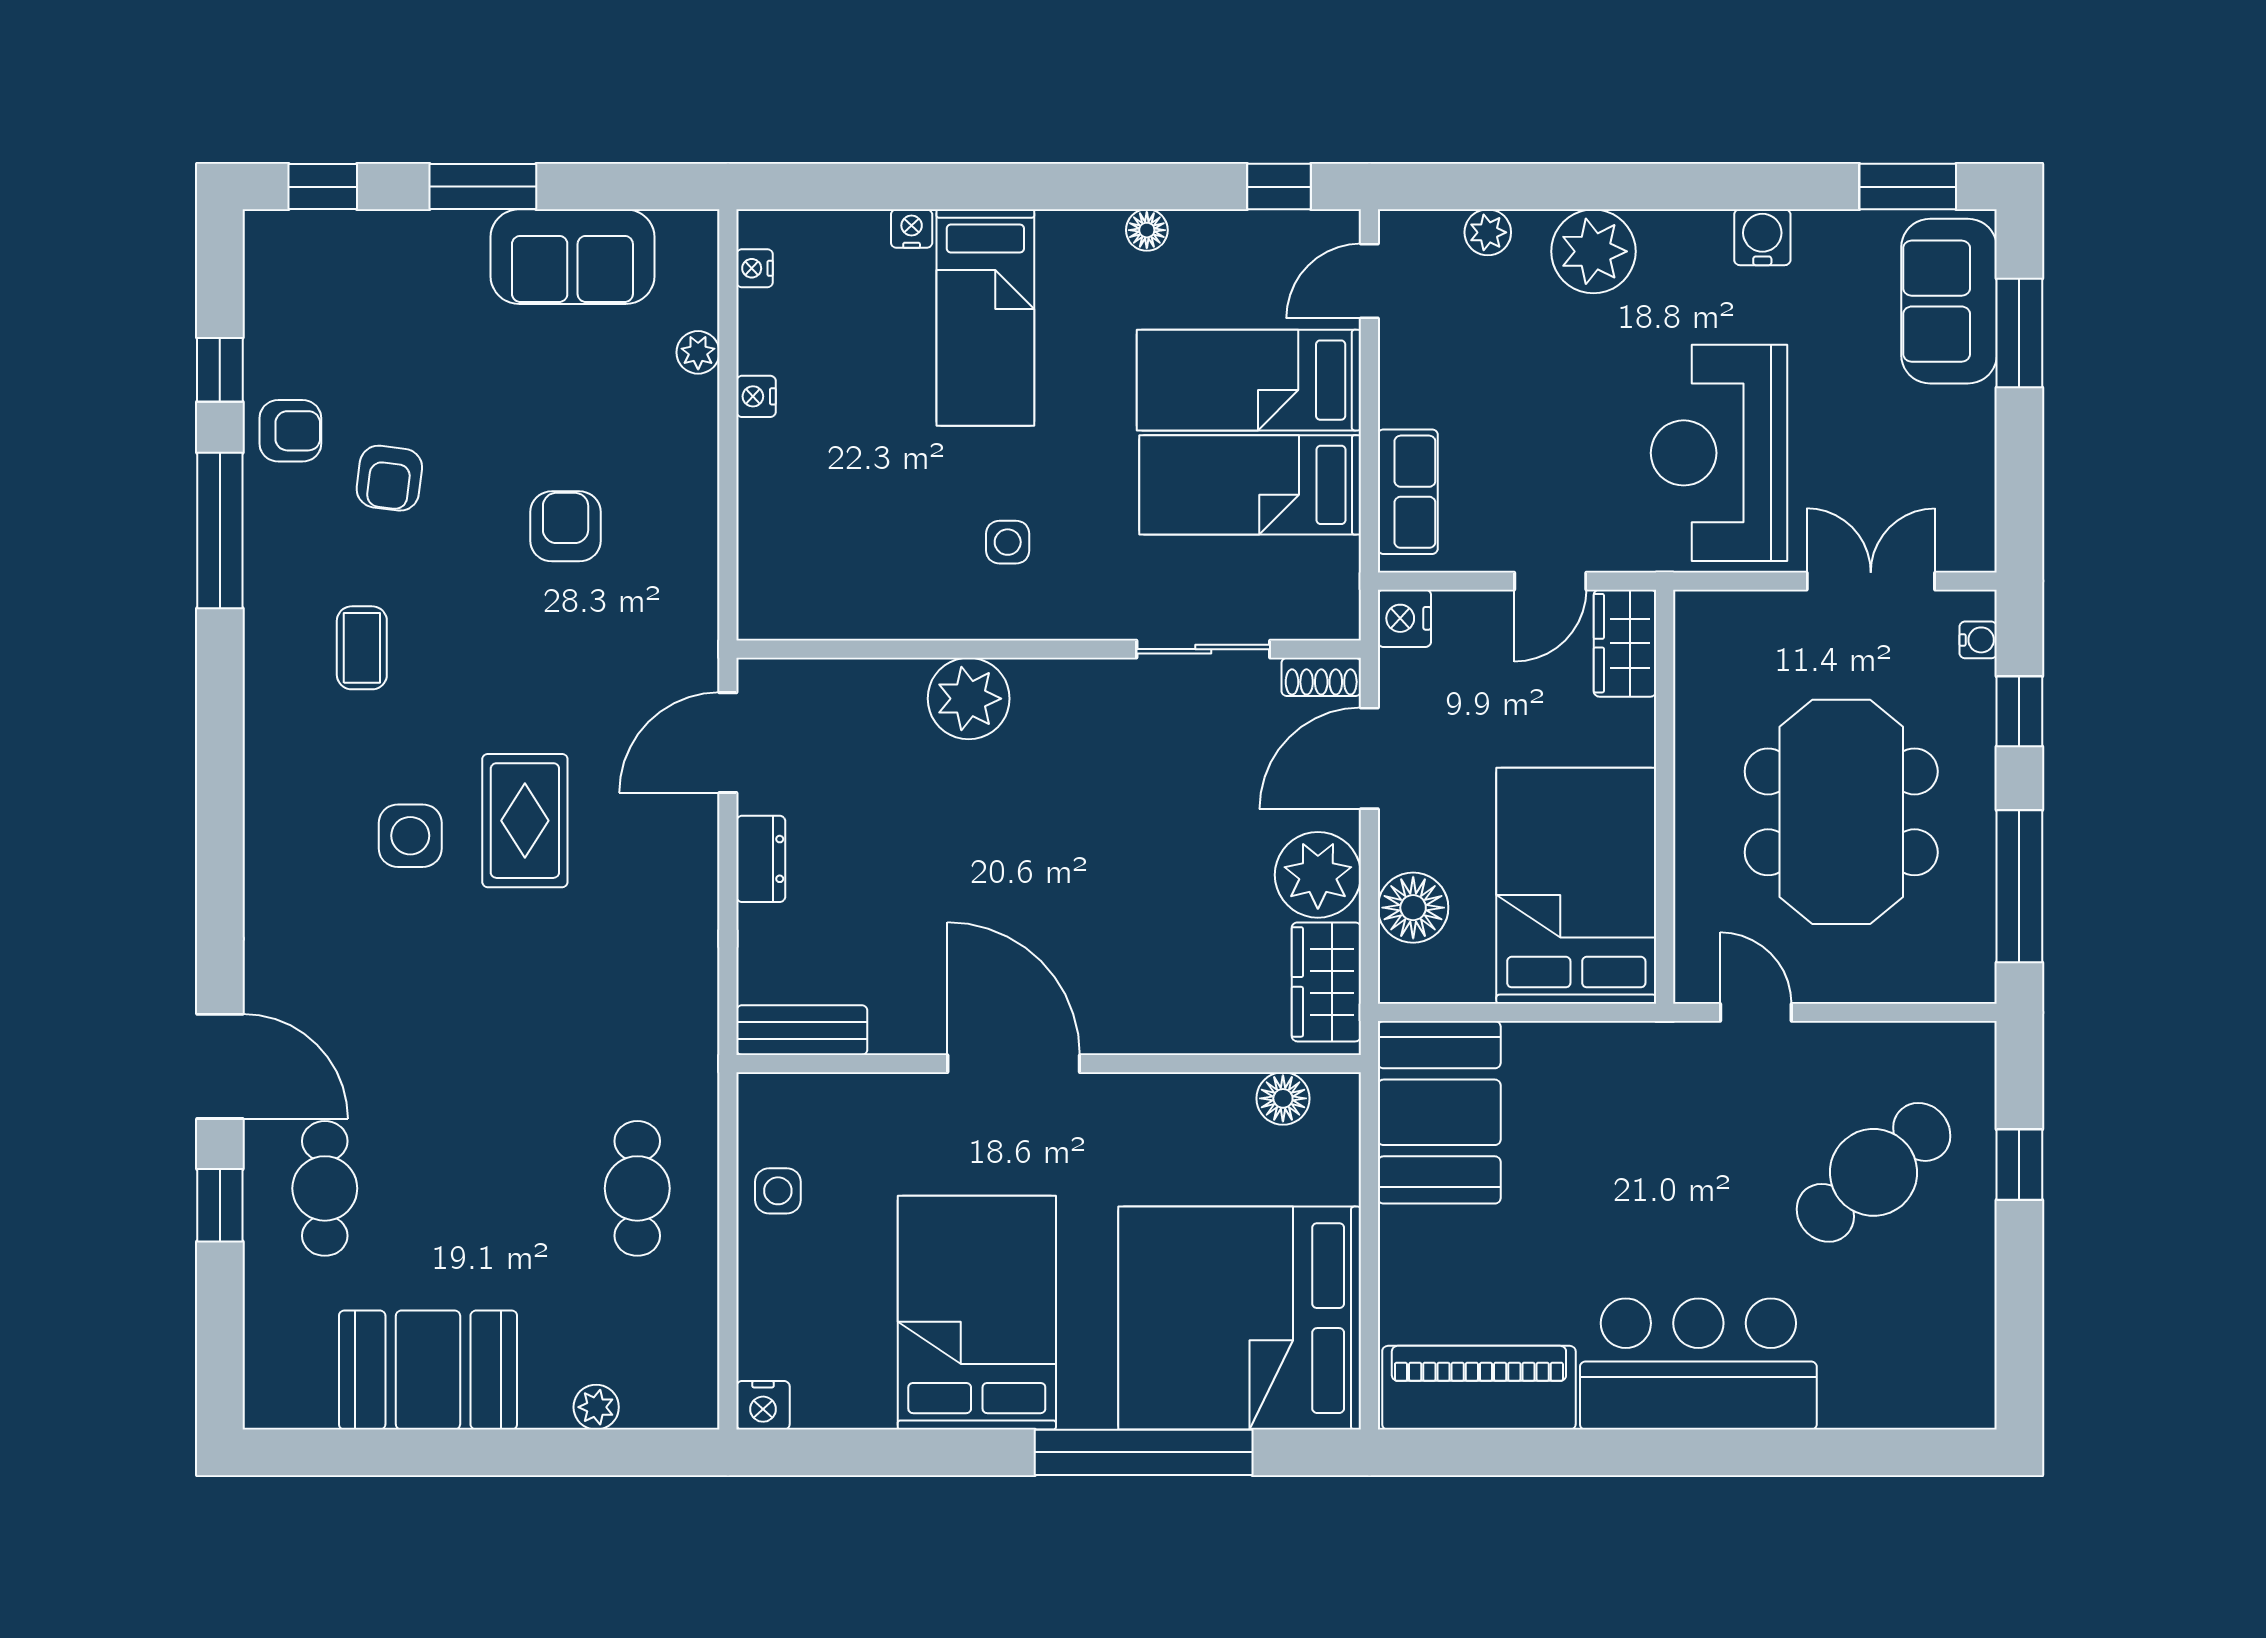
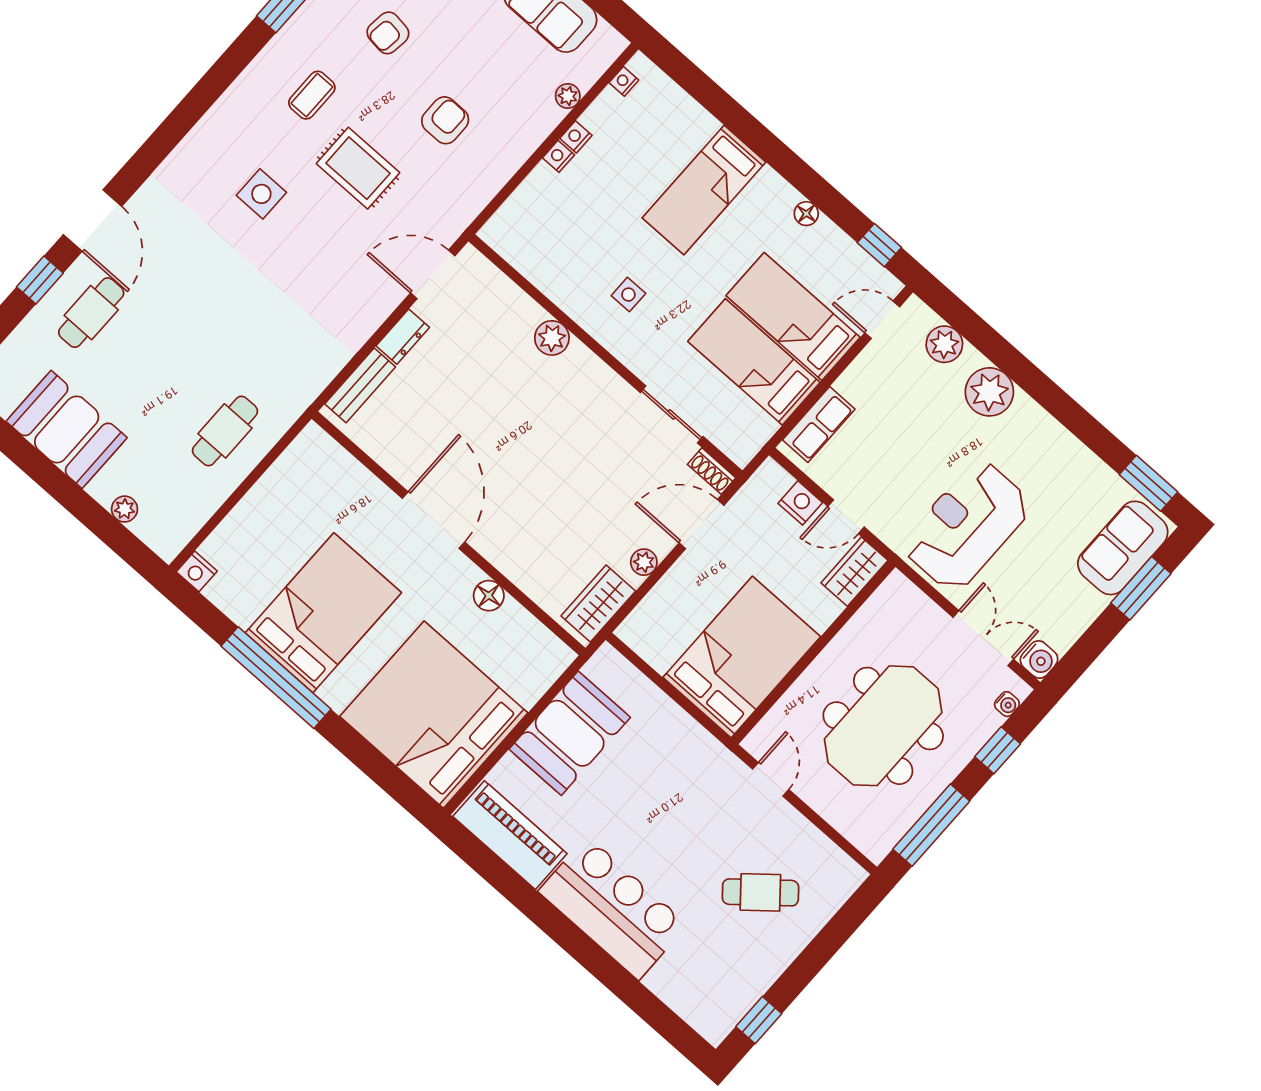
nightstand: (912, 229) -> (558, 156), moved, turned -90
plant: (1488, 232) -> (944, 344), width x1.38, depth x1.38
water cooler: (1762, 237) -> (1039, 660), moved, turned 90
nightstand: (1404, 618) -> (800, 503), moved, turned 90
plant: (969, 699) -> (552, 338), width x0.73, depth x0.73
rug: (525, 821) -> (358, 168), moved, turned 90
plant: (1318, 875) -> (644, 562), width x0.53, depth x0.53
floor lamp: (1413, 908) -> (664, 605), removed
bench: (802, 1030) -> (360, 385), moved, turned 90
floor lamp: (1283, 1098) -> (489, 596), moved
booth: (1439, 1112) -> (570, 733), moved
window: (2019, 1165) -> (759, 1020), moved
cafe table: (1874, 1172) -> (760, 892), width x0.73, depth x0.74
side table: (778, 1191) -> (284, 485), removed
window: (1144, 1452) -> (276, 678), moved

